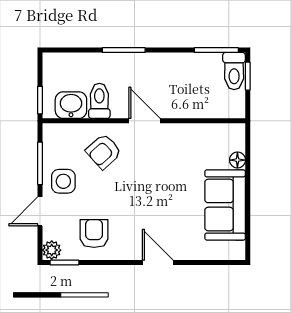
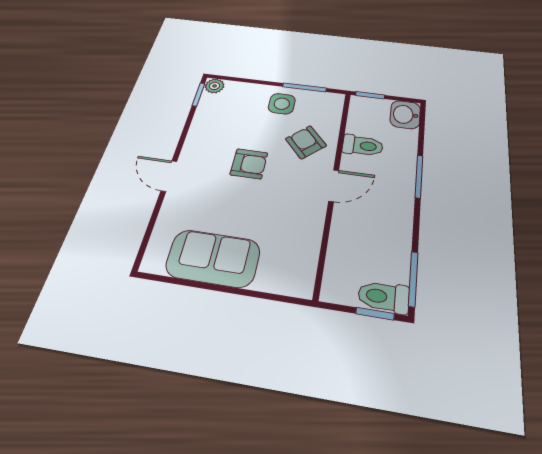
washbasin: (71, 105) -> (405, 115), moved, turned 180
floor lamp: (237, 160) -> (266, 282), removed
door: (40, 211) -> (256, 82), removed
armchair: (94, 234) -> (249, 164), moved
door: (158, 262) -> (169, 176), swing flipped

